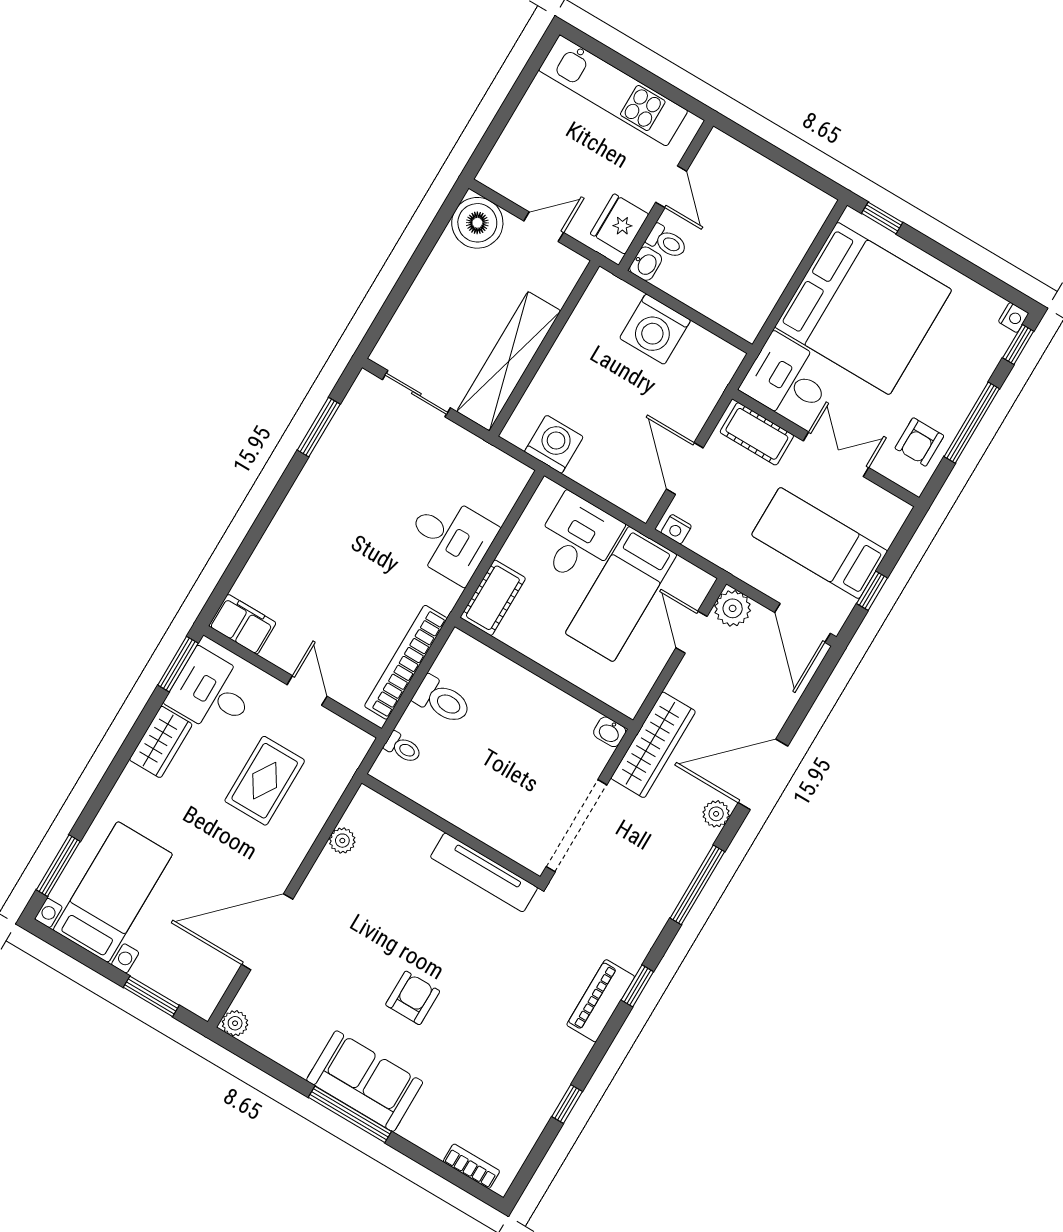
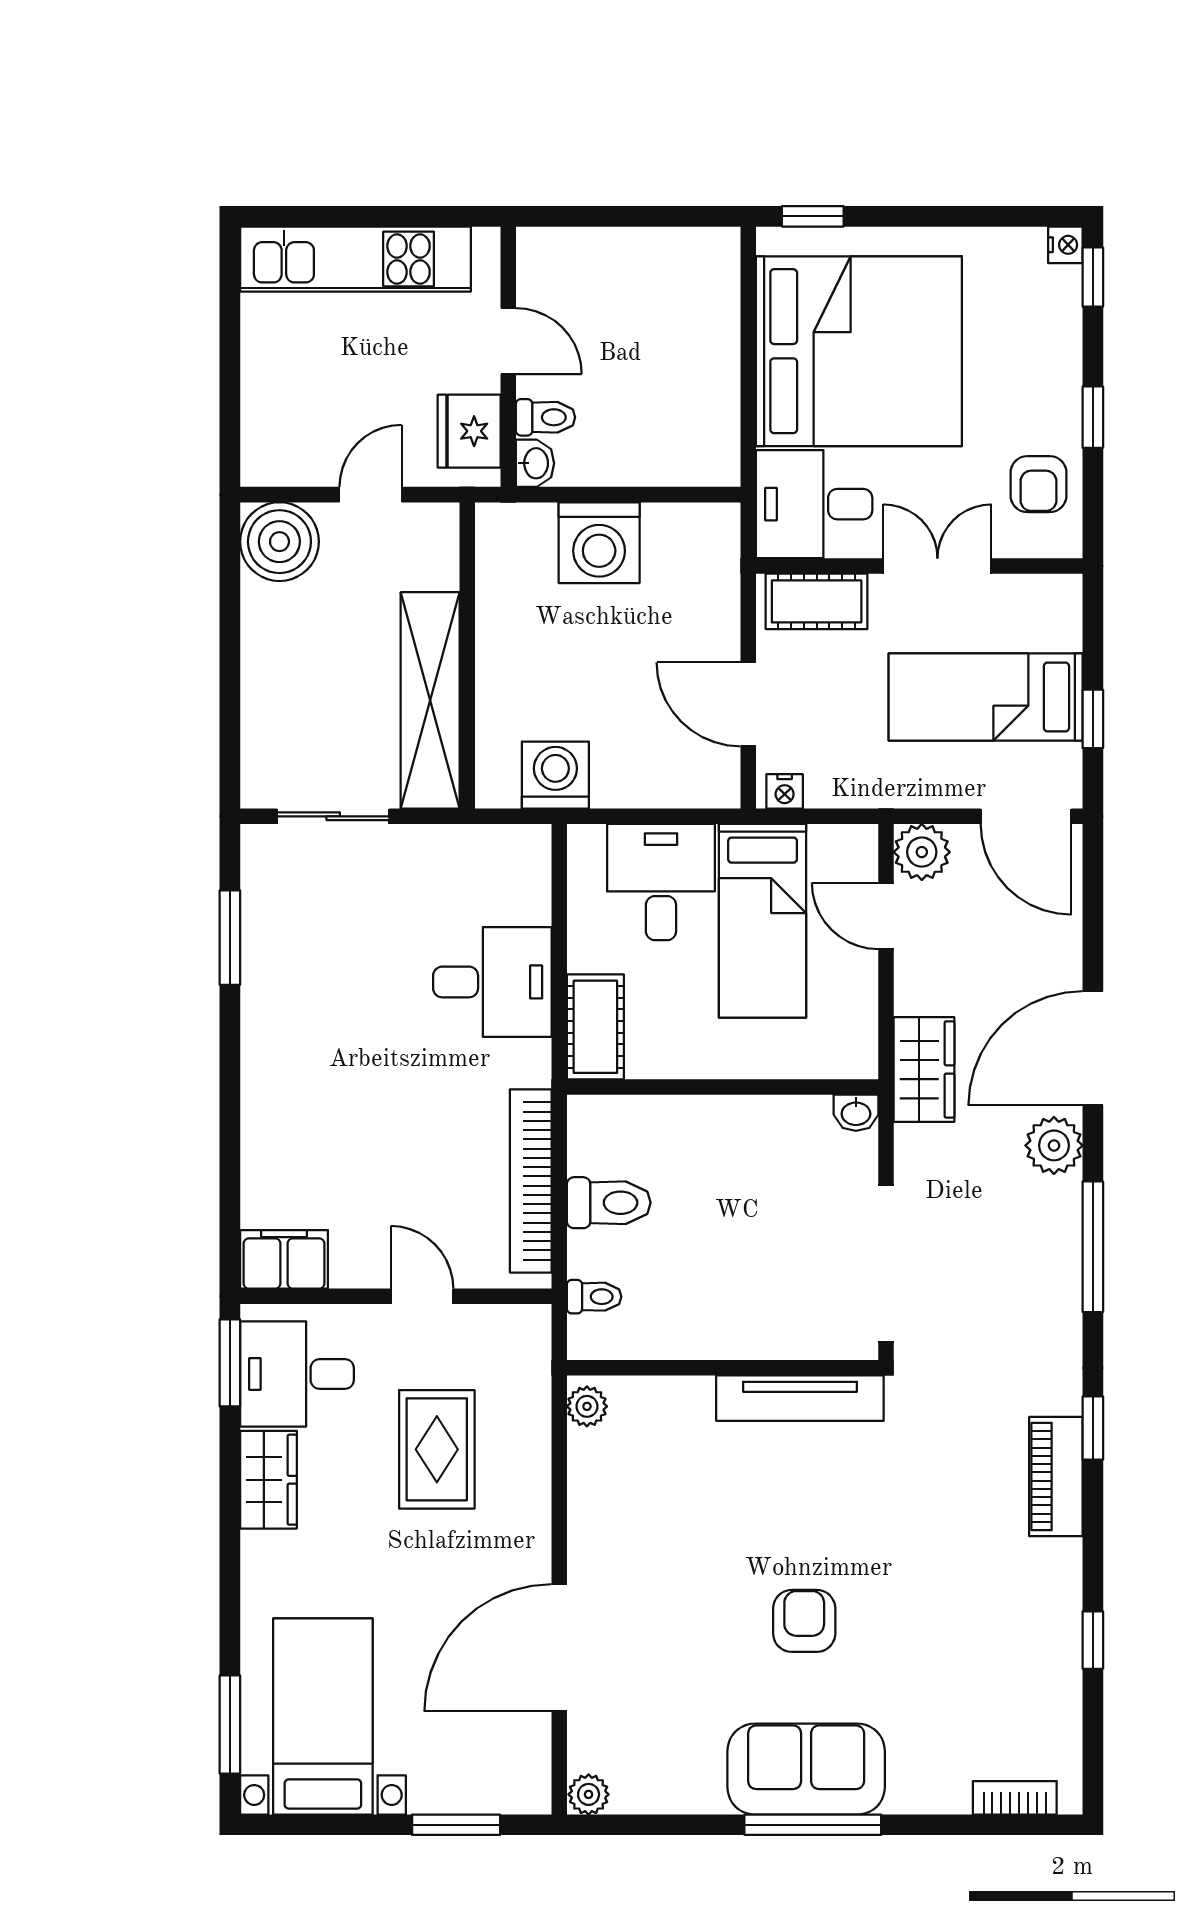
window: (972, 423) -> (1093, 417), width x0.46
wardrobe: (653, 745) -> (924, 1069), width x0.67
plant: (716, 814) -> (1054, 1145), width x1.38, depth x1.38
plant: (342, 841) -> (587, 1406), moved

